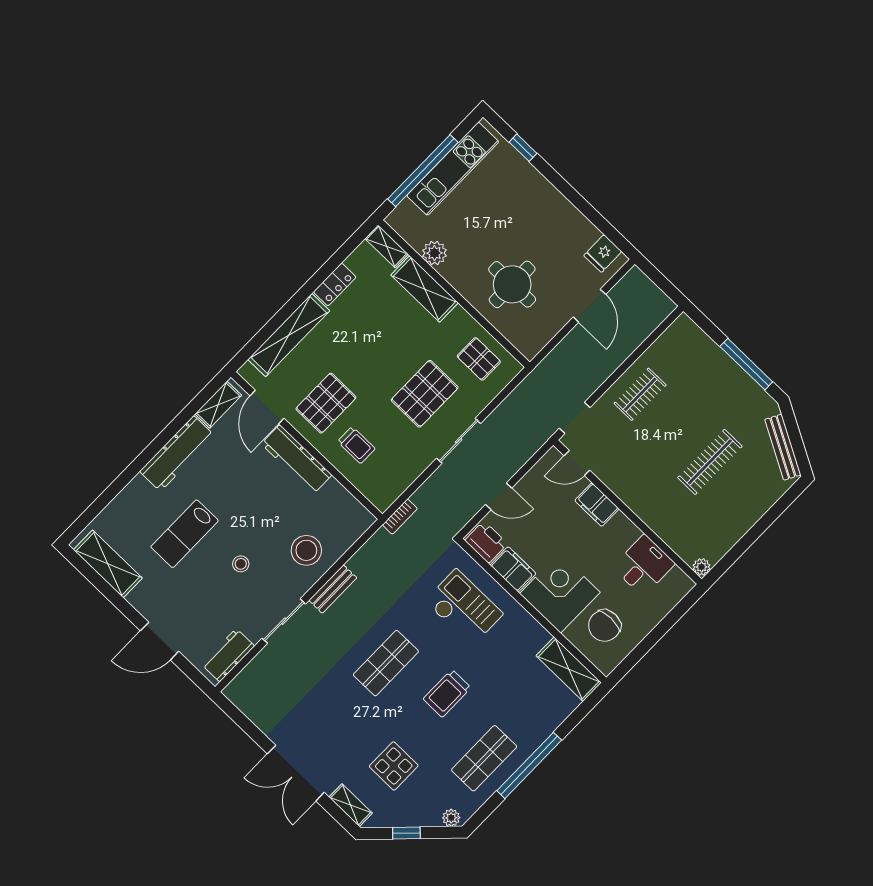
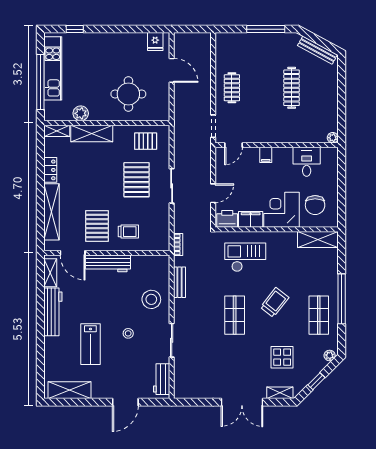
filing cabinet: (597, 505) -> (266, 155), width x0.50
bench: (333, 589) -> (180, 282), moved
trolley: (447, 693) -> (275, 302), turned -142

